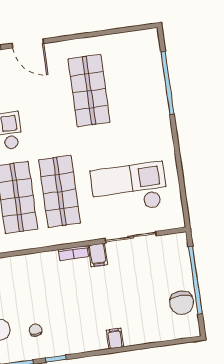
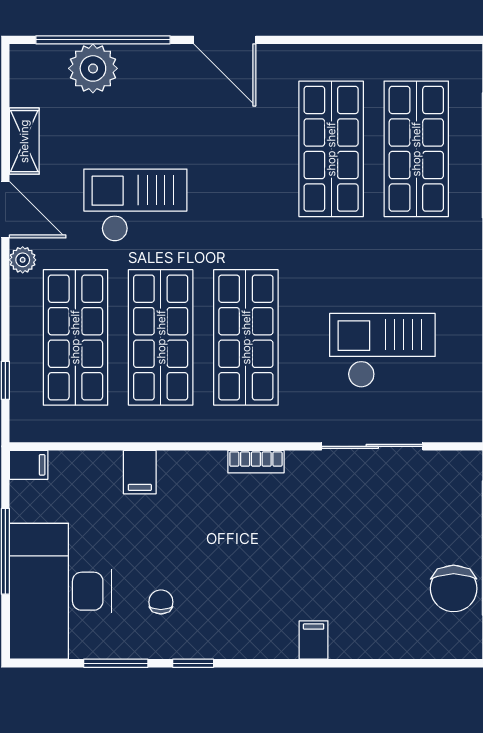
shop shelf: (132, 85) -> (416, 149), added
checkout: (129, 188) -> (382, 350), width x0.73, depth x0.83
filing cabinet: (98, 255) -> (140, 472), moved

